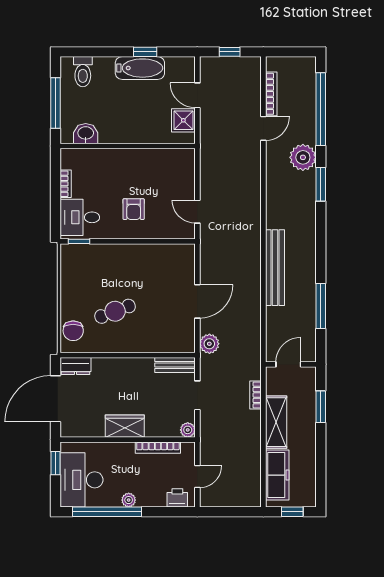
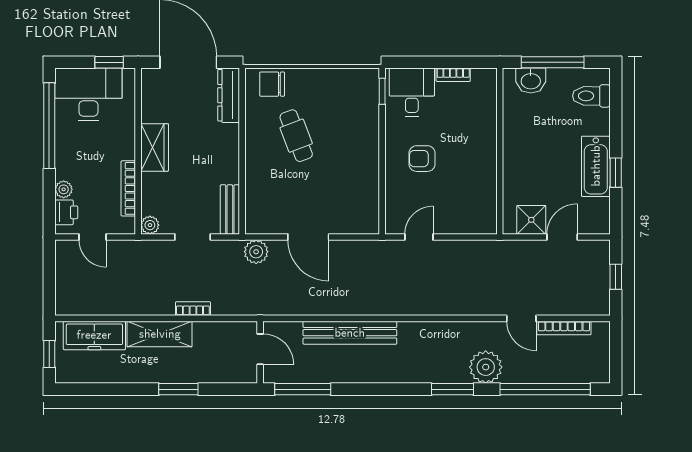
washbasin: (86, 134) -> (531, 80), moved, turned 90
door: (288, 364) -> (260, 349), moved
wall: (291, 364) -> (260, 352), moved
dresser: (75, 366) -> (229, 95), width x1.44
plant: (129, 500) -> (64, 189), moved

